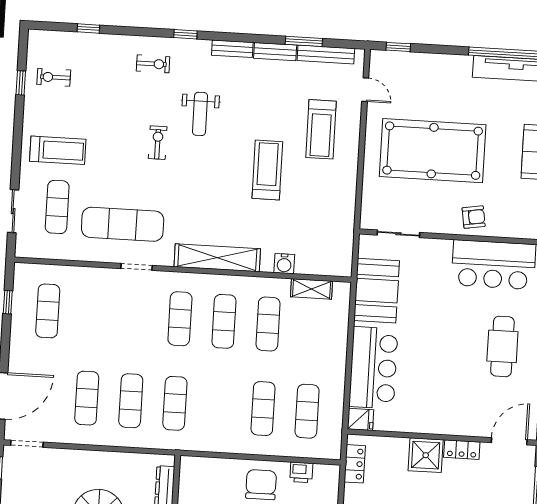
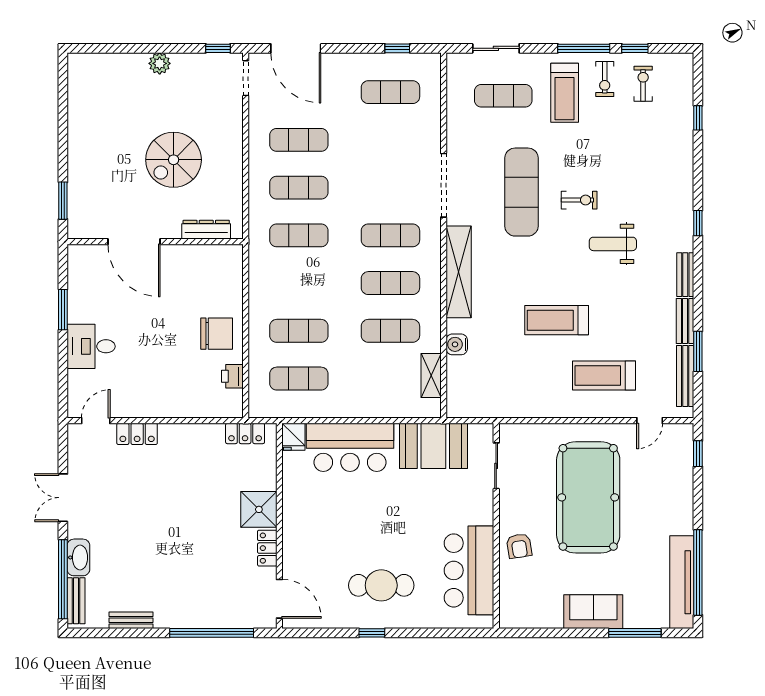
exercise bike: (153, 64) -> (605, 79), moved
window: (18, 130) -> (584, 48), added
treadmill: (267, 170) -> (557, 320), turned 180
exercise mat: (123, 224) -> (521, 192), moved
doorway: (137, 267) -> (444, 185), width x1.87

